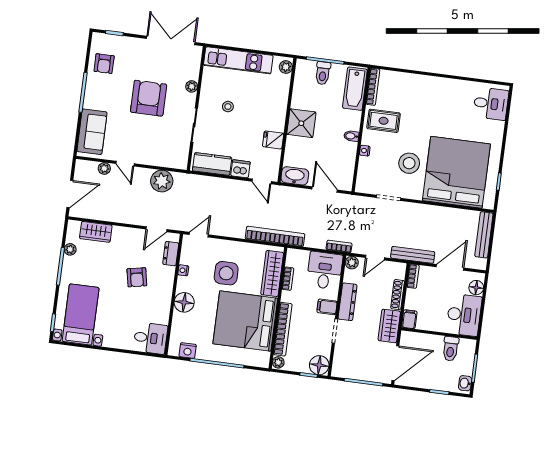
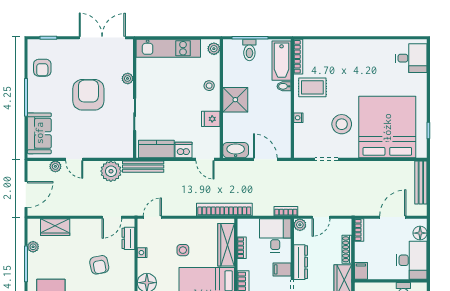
stool: (228, 107) -> (209, 86), moved
bidet: (351, 136) -> (284, 86), moved
bench: (413, 255) -> (143, 167), moved
side table: (226, 273) -> (183, 250), width x0.54, depth x0.54

